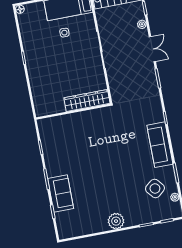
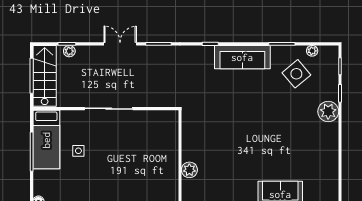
plant: (142, 24) -> (69, 51), moved
wardrobe: (87, 101) -> (169, 139), removed
plant: (66, 120) -> (189, 170), added
plant: (116, 221) -> (328, 111), moved

